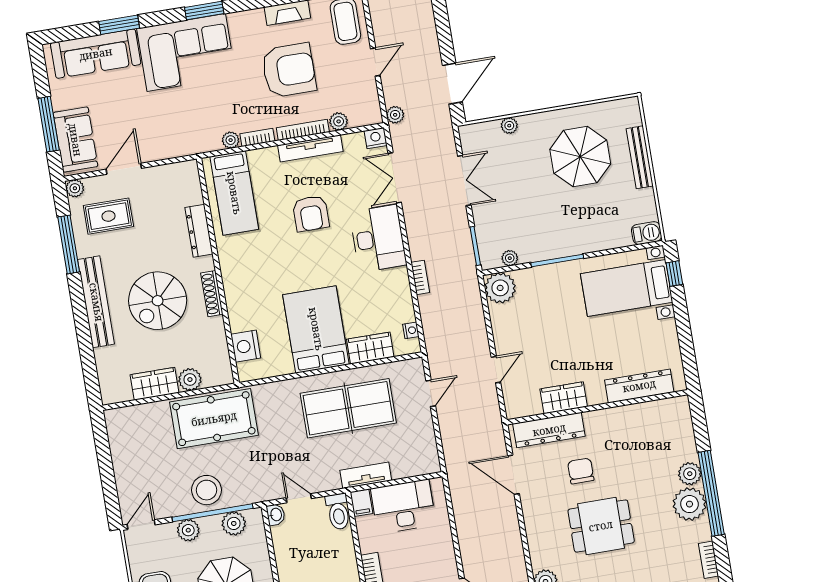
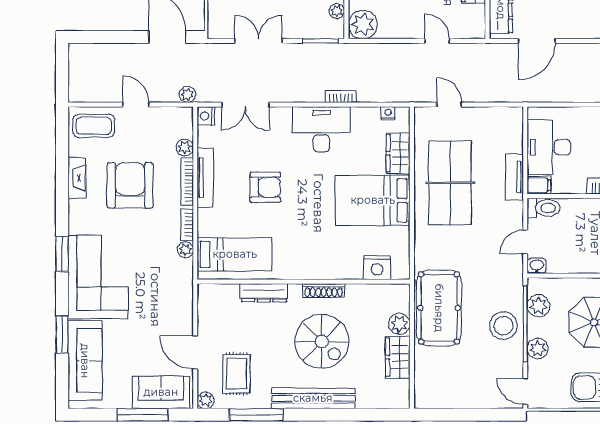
desk: (378, 238) -> (321, 129), moved

